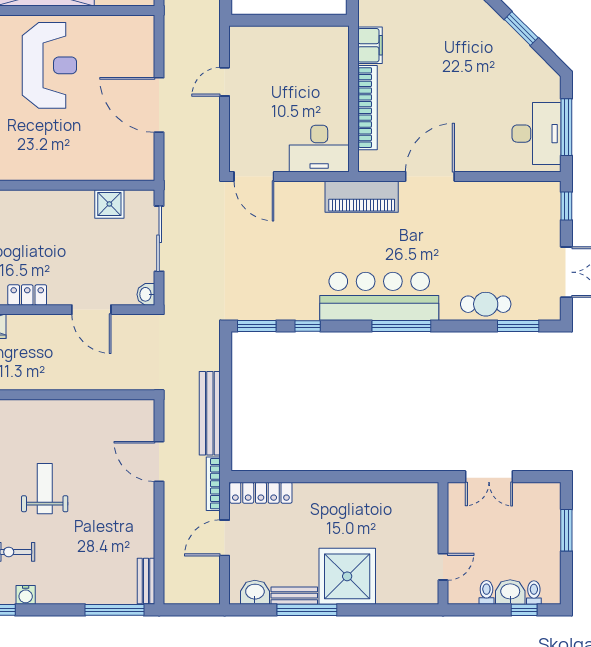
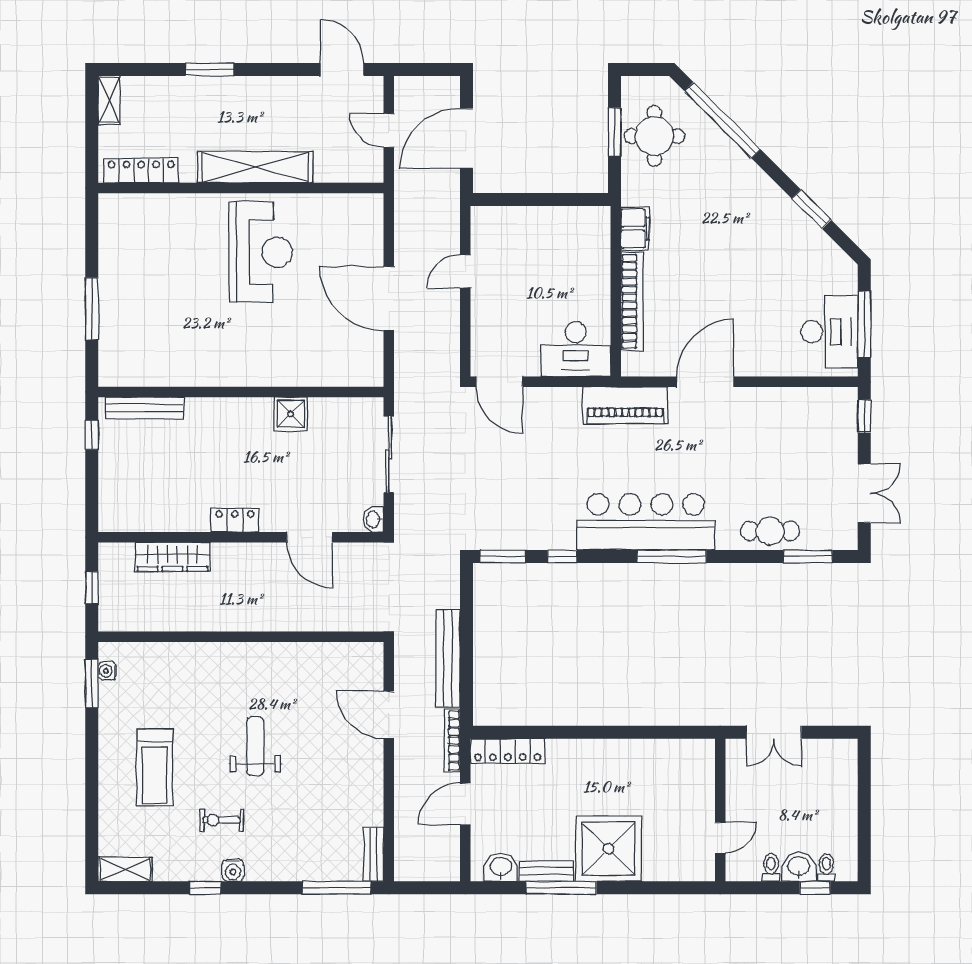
shower: (109, 204) -> (291, 414), moved
window: (566, 530) -> (864, 795), removed

